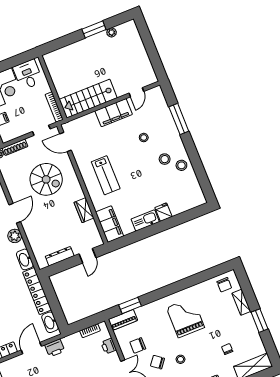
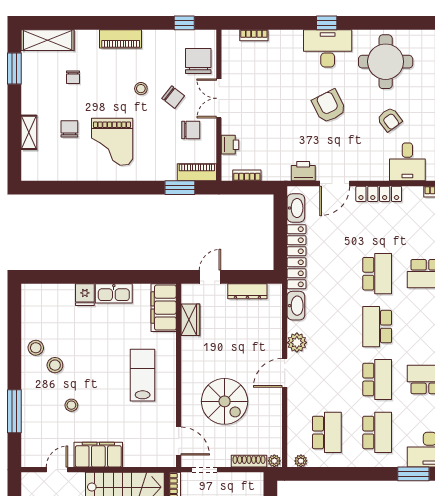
spiral stairs: (46, 179) -> (225, 401), turned 180
wardrobe: (84, 210) -> (190, 320), moved
chair: (224, 285) -> (69, 129), moved
window: (259, 321) -> (14, 68), moved

